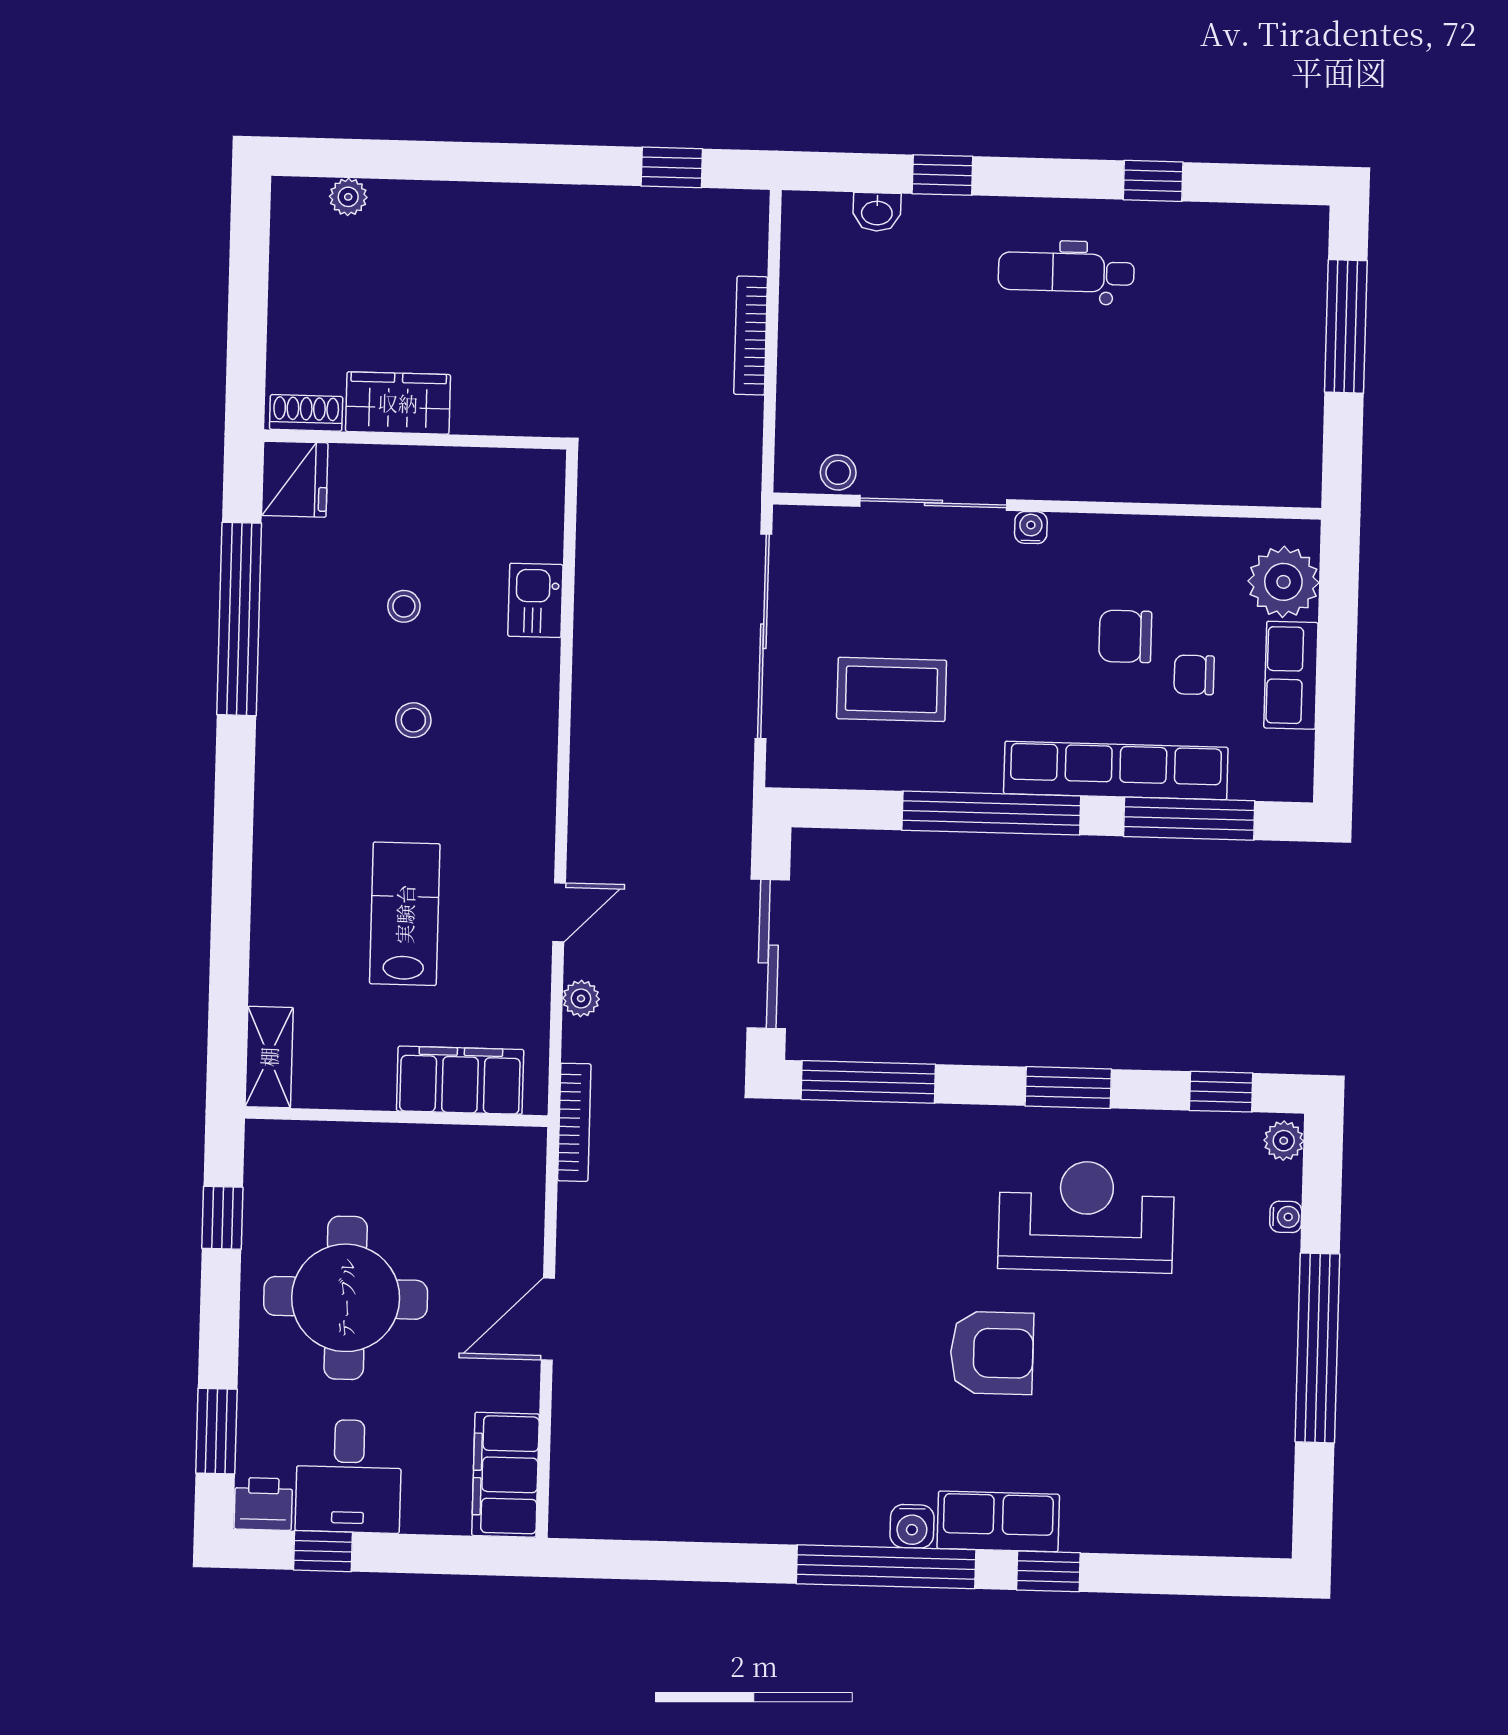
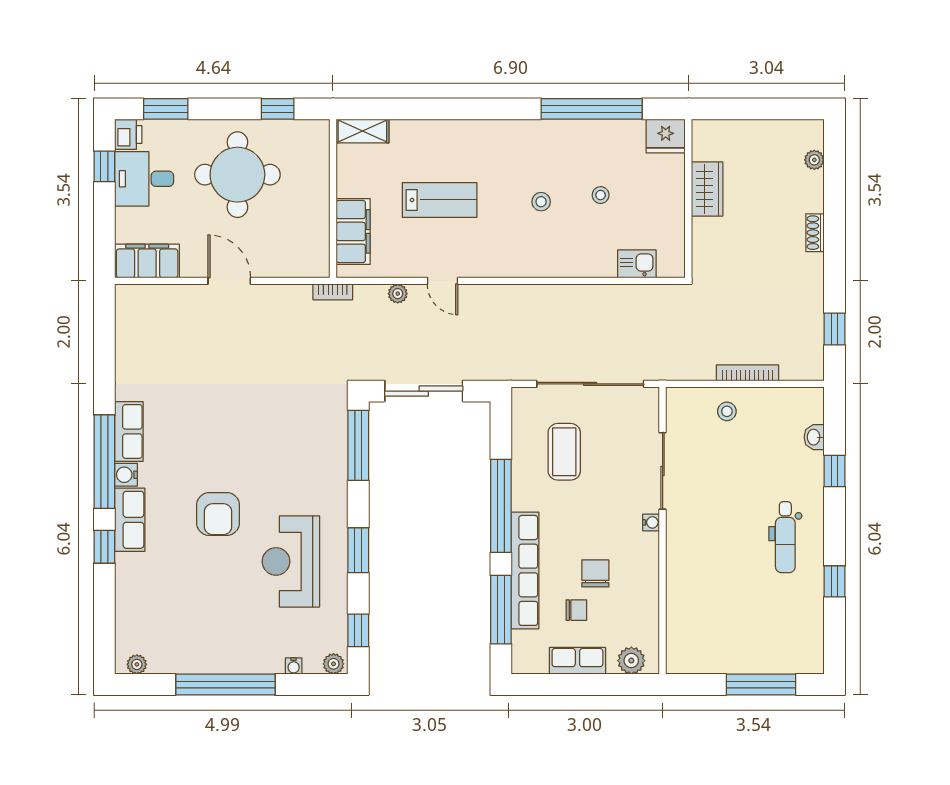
dental chair: (1066, 272) -> (785, 537), turned 180
shoe rack: (306, 413) -> (815, 233), moved, turned 180
stool: (838, 472) -> (727, 411), moved
plant: (1283, 582) -> (631, 661), width x0.73, depth x0.73
kitchen sink: (535, 600) -> (637, 264), moved
chair: (1194, 675) -> (576, 610), turned 90
bookcase: (574, 1122) -> (333, 292), width x0.64
reception desk: (1086, 1216) -> (291, 561), turned 180
plant: (1274, 1516) -> (137, 664), added
row of seats: (830, 1518) -> (129, 431), added

